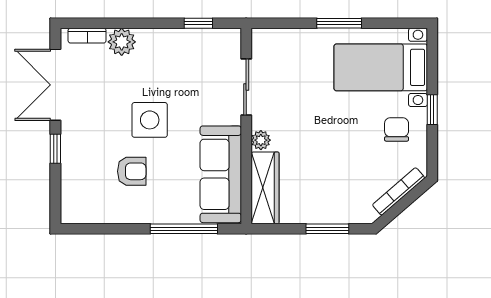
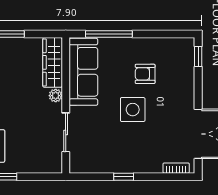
window: (198, 23) -> (124, 177), moved
plant: (122, 42) -> (152, 164), removed
window: (55, 149) -> (198, 57), moved

